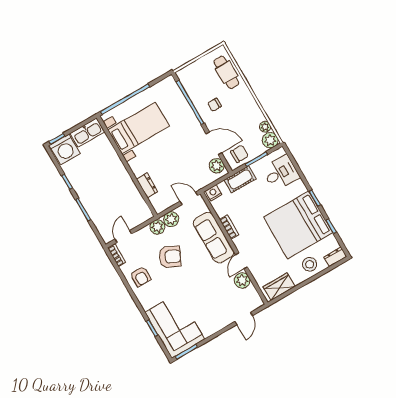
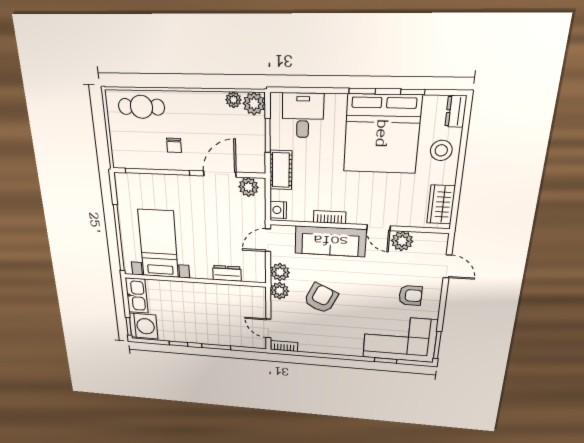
chair: (239, 154) -> (250, 152), removed
armchair: (141, 277) -> (410, 295), moved

